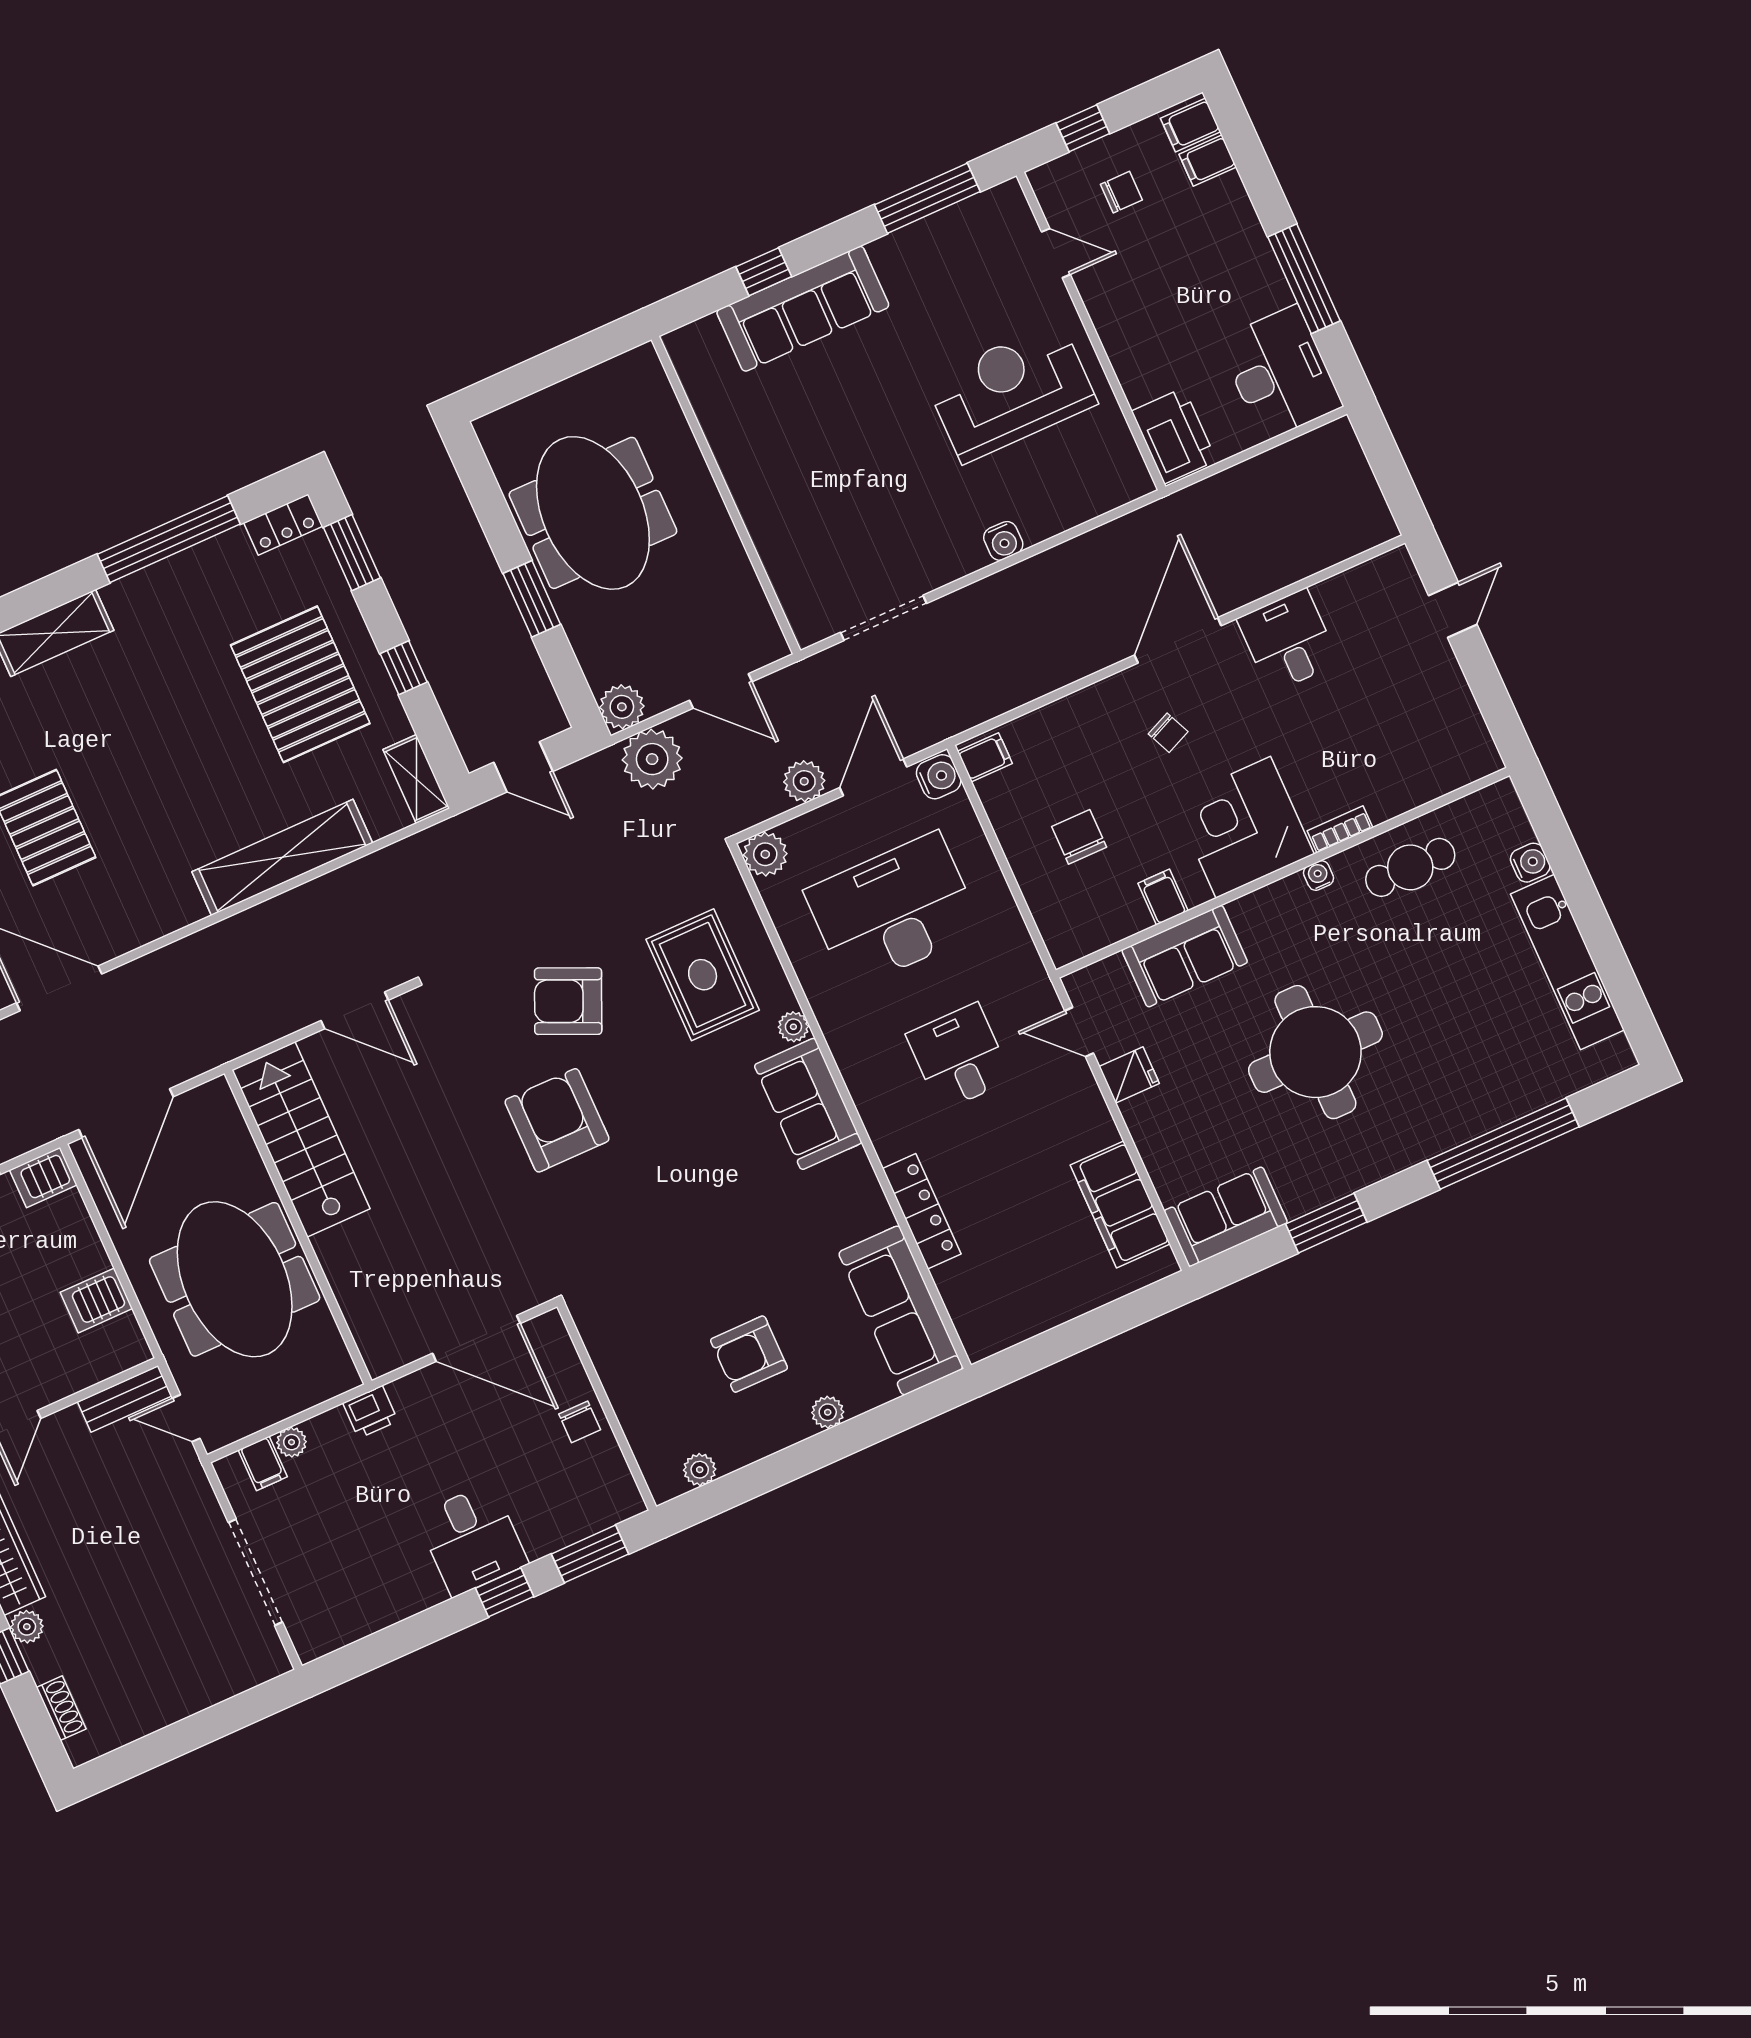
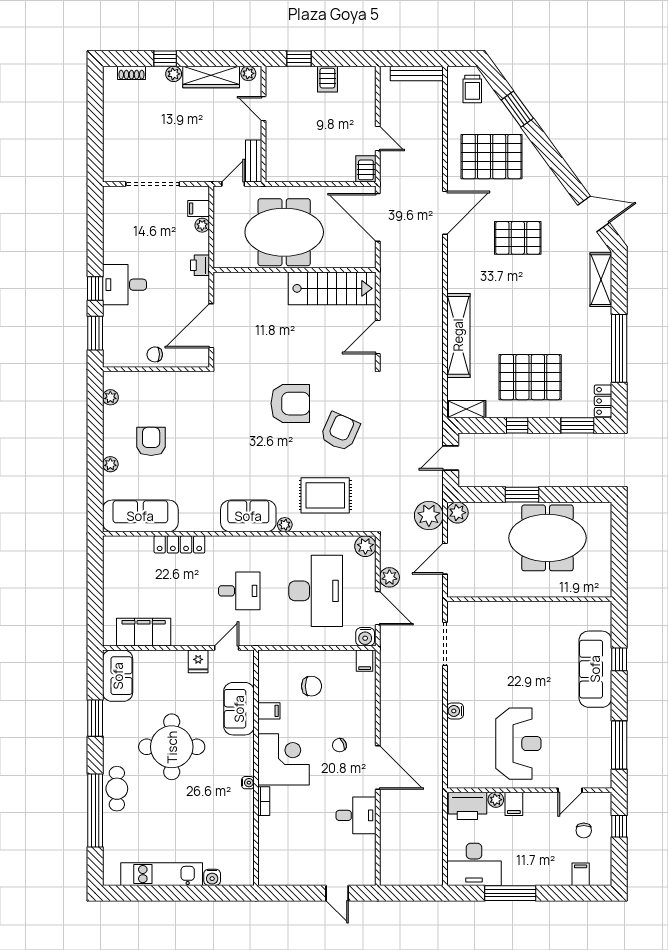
filing cabinet: (1191, 125) -> (514, 804), moved, turned 180
plant: (1138, 387) -> (496, 800), added
cafe table: (1410, 867) -> (117, 789), moved
server rack: (96, 1300) -> (302, 168), removed

